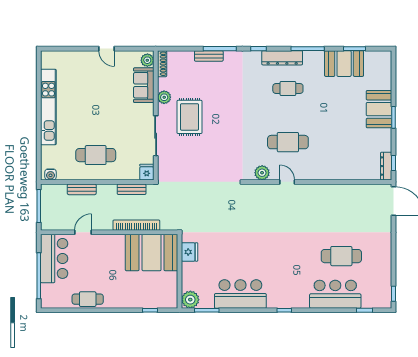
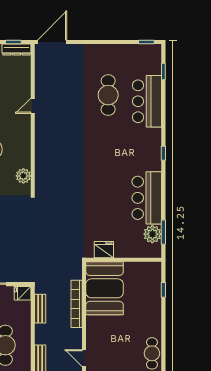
door: (287, 182) -> (33, 106), moved
plant: (190, 300) -> (152, 234), moved

